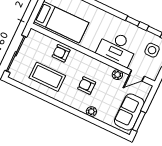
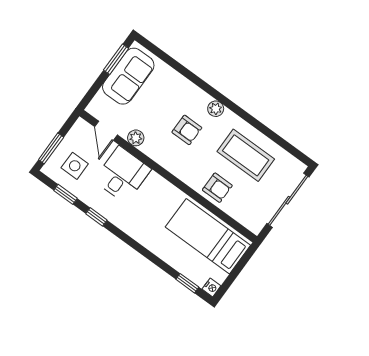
desk: (117, 48) -> (122, 175), width x0.73
door: (137, 76) -> (106, 131), swing flipped
plant: (91, 112) -> (216, 109), moved

